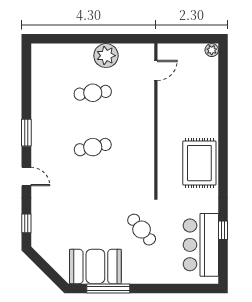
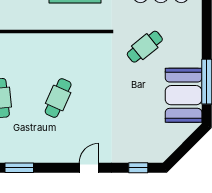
window: (26, 133) -> (19, 168), moved
cafe table: (93, 147) -> (58, 98), turned 36

